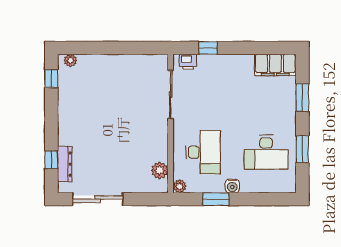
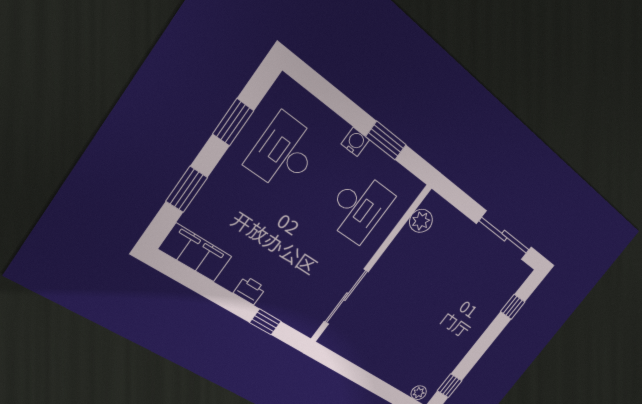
printer: (188, 62) -> (250, 290), moved
desk: (203, 152) -> (359, 207), turned 180
desk: (266, 152) -> (284, 153), turned -90
dresser: (65, 164) -> (505, 294), removed
plant: (180, 186) -> (414, 187), removed

